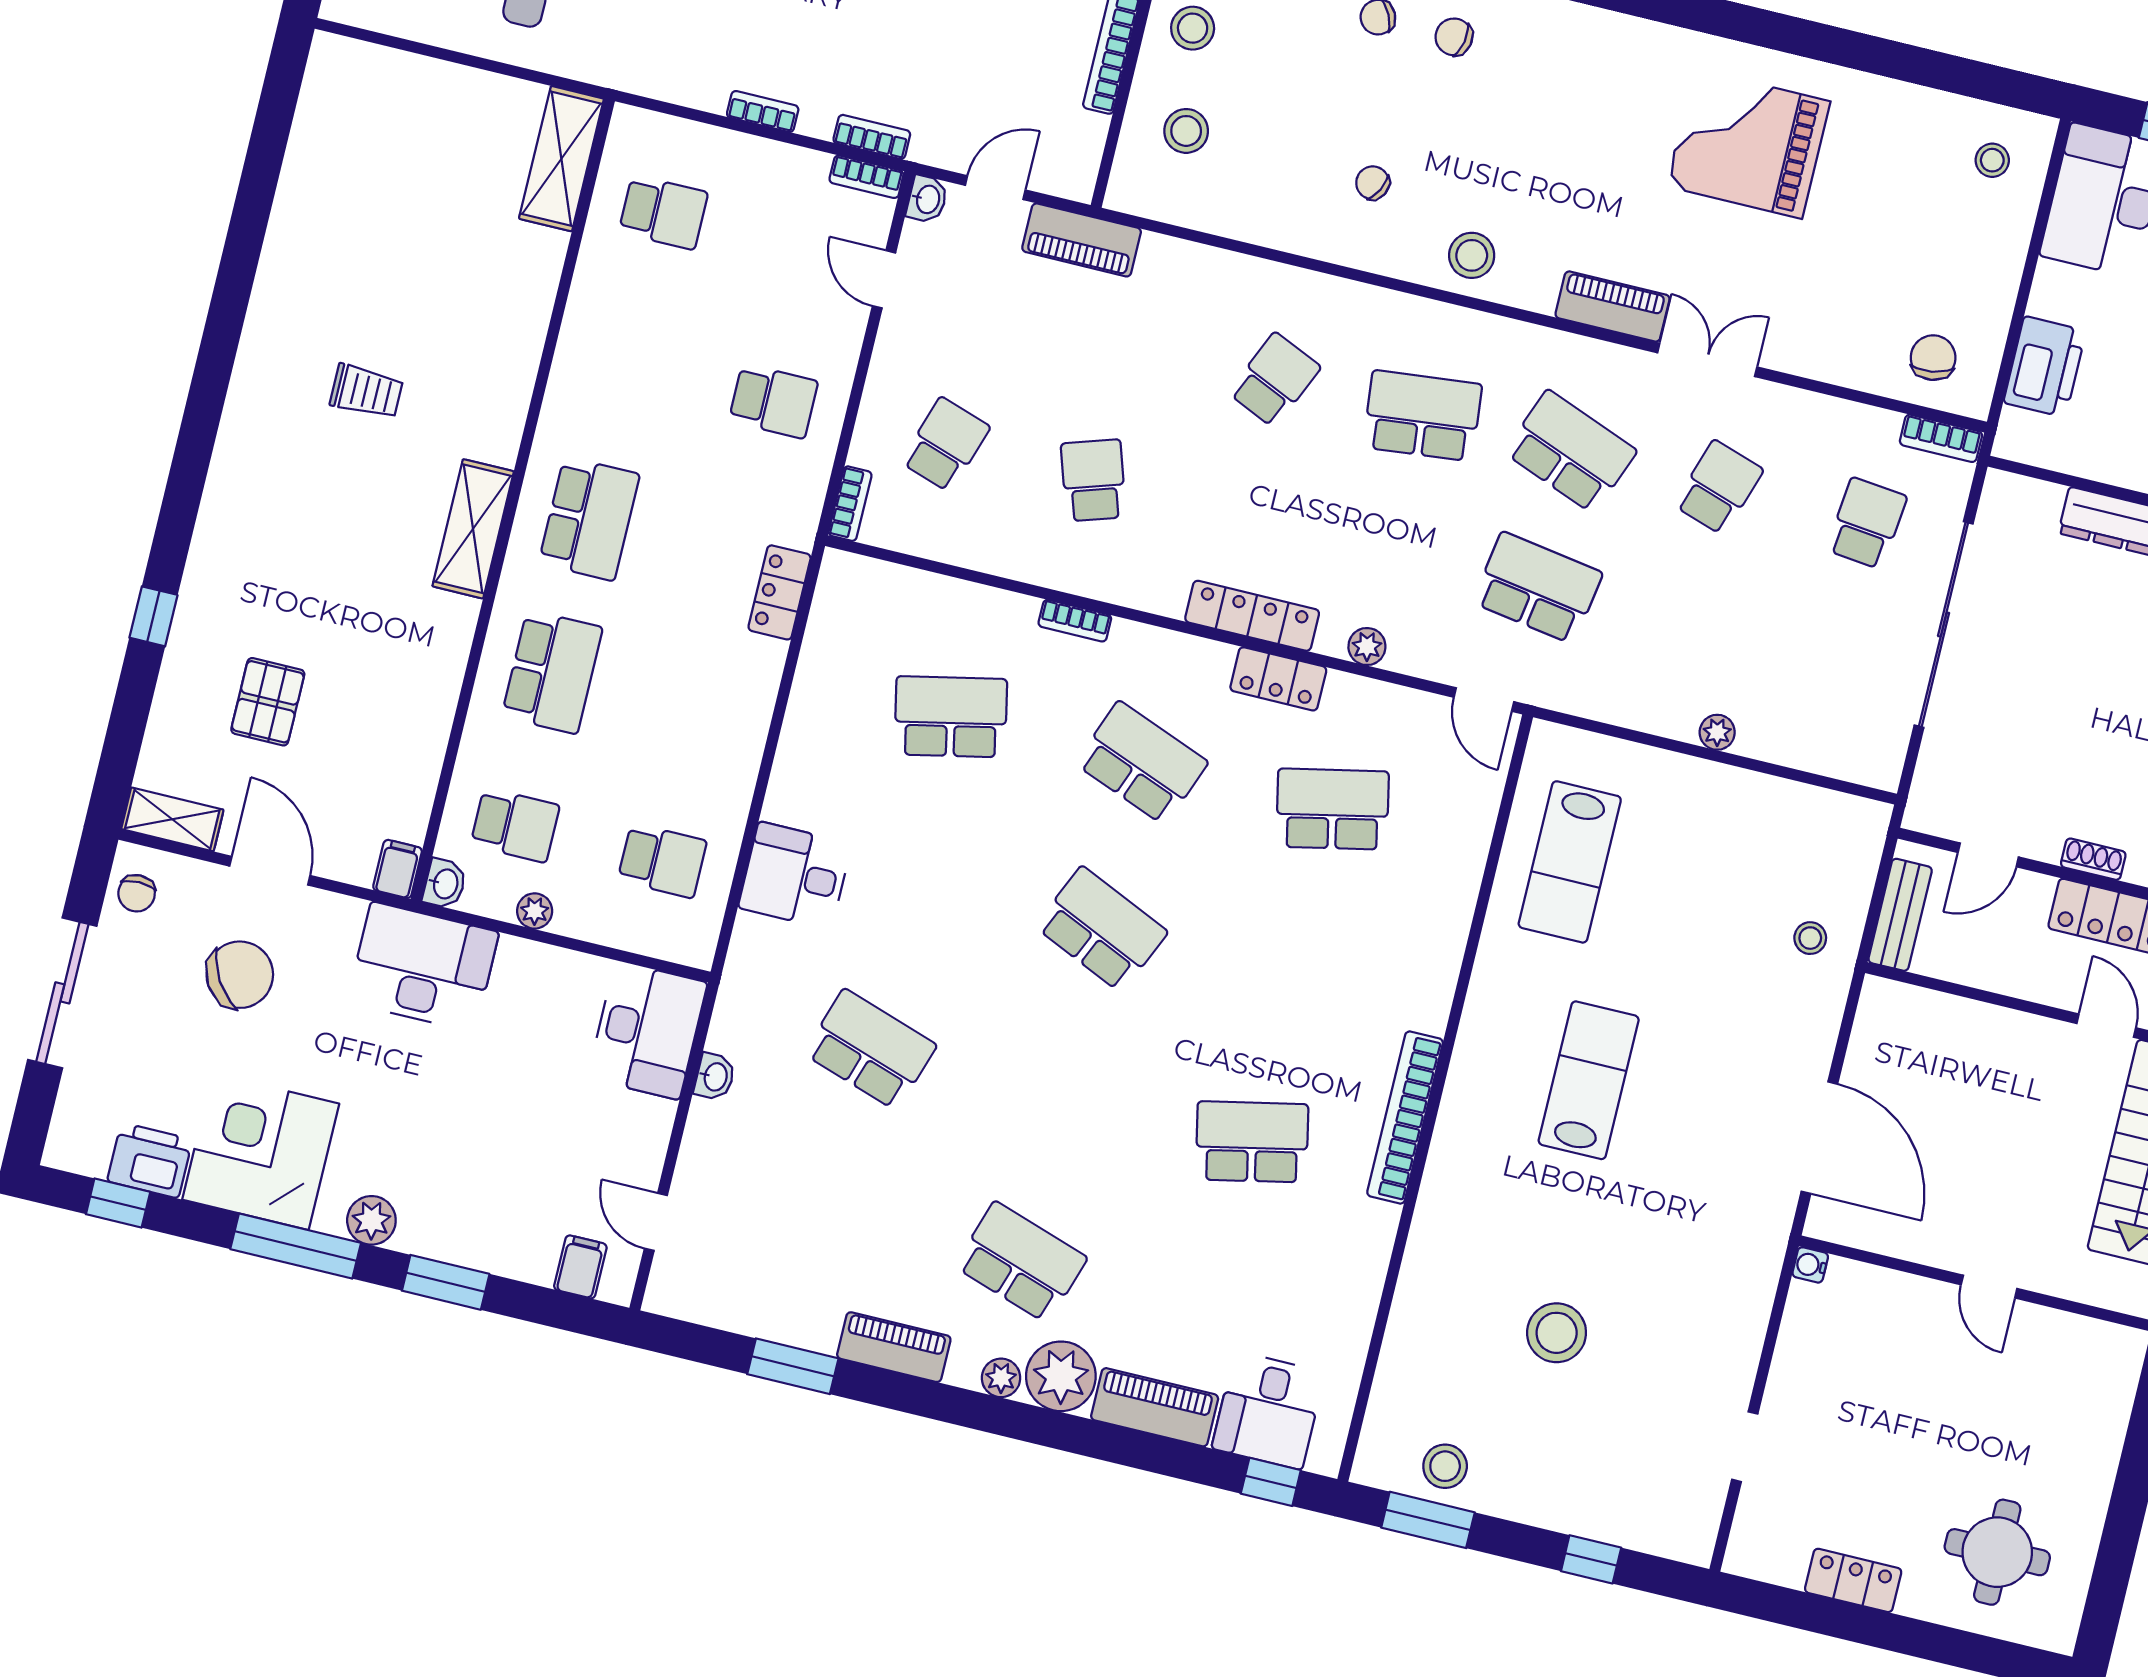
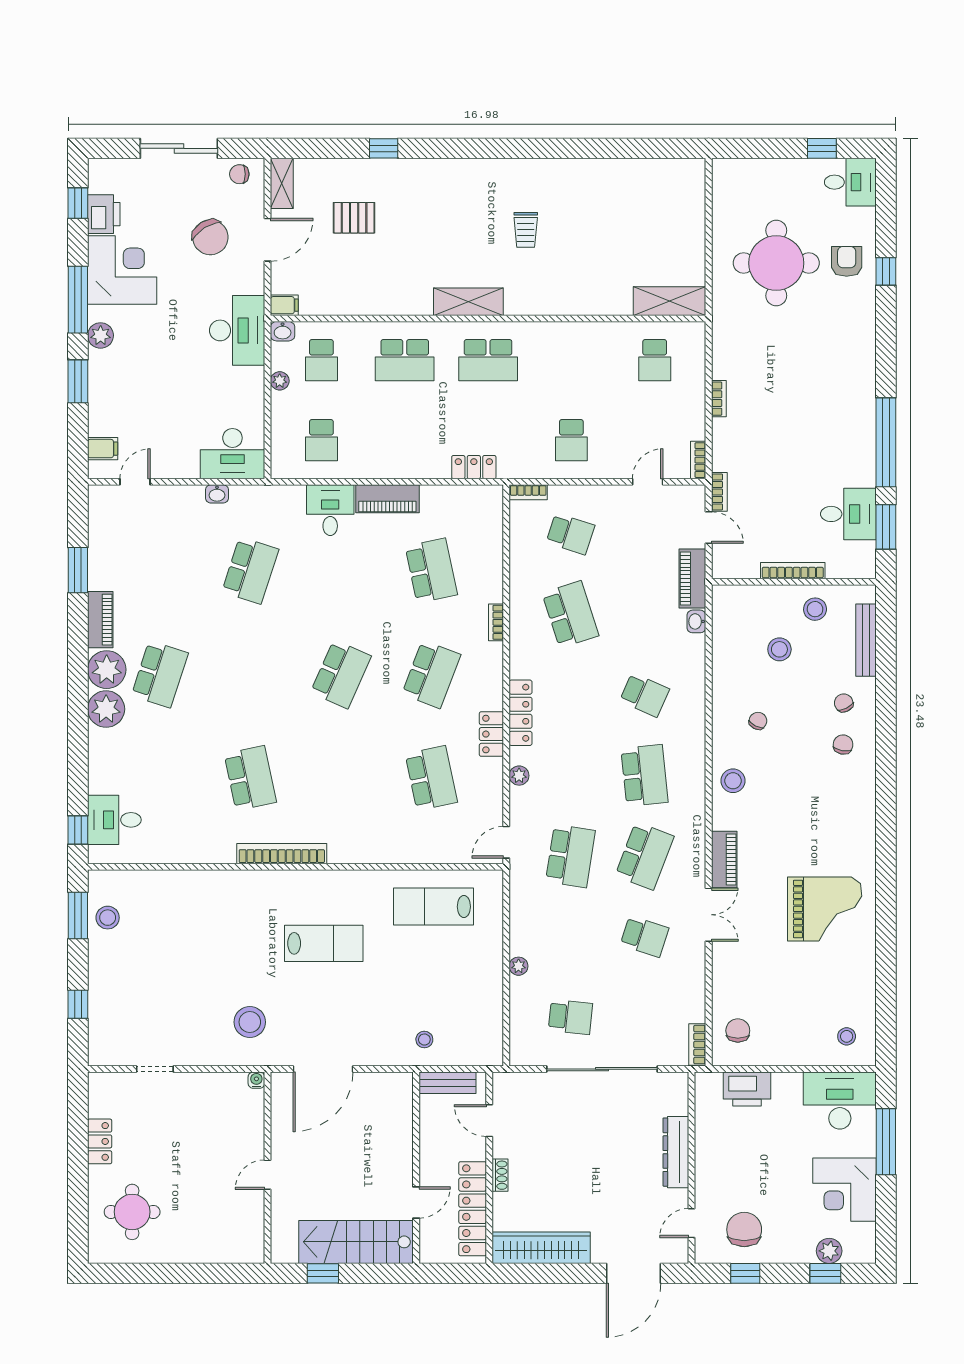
stool: (1186, 131) -> (779, 649), moved
bookcase: (872, 137) -> (719, 492), moved
grand piano: (1748, 144) -> (825, 909), turned 90
washbasin: (927, 199) -> (696, 621), moved, turned 90
chair: (1933, 358) -> (738, 1031), turned -81
school desk: (1093, 480) -> (570, 614), width x1.85
school desk: (1867, 523) -> (570, 1017), moved
stool: (1557, 1333) -> (250, 1022), moved
plant: (1001, 1378) -> (107, 670), width x1.88, depth x1.88
piano: (1155, 1407) -> (387, 499), moved, turned 90

